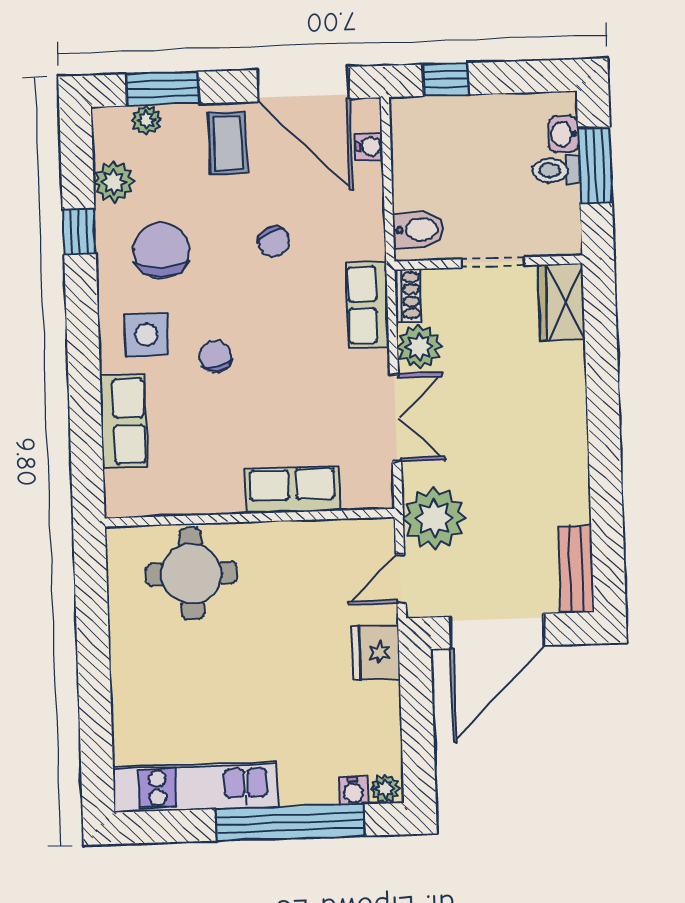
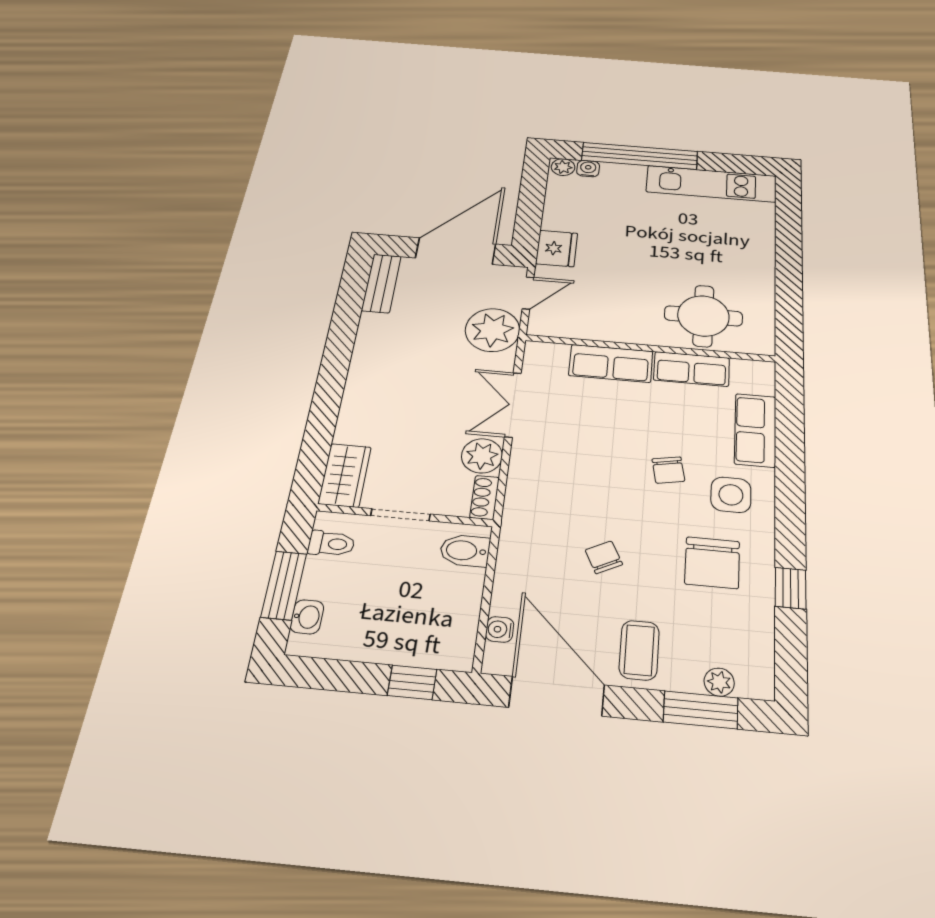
toilet: (556, 170) -> (331, 544), moved
plant: (114, 182) -> (755, 628), removed
row of seats: (367, 305) -> (692, 369), moved, turned 90

